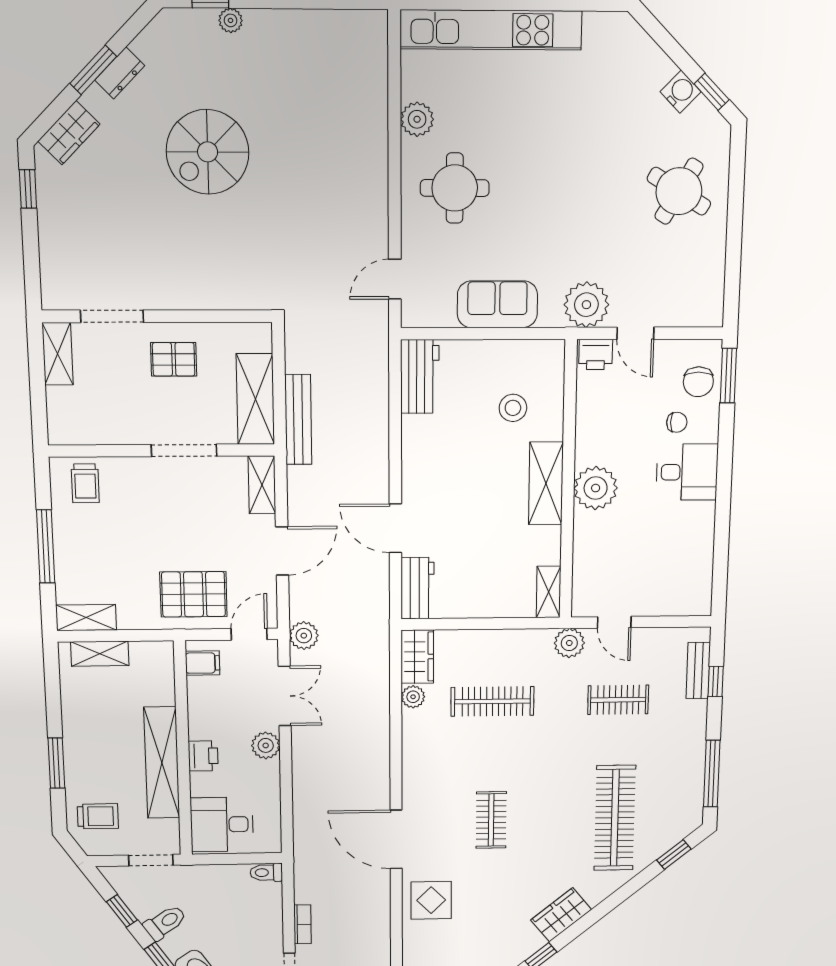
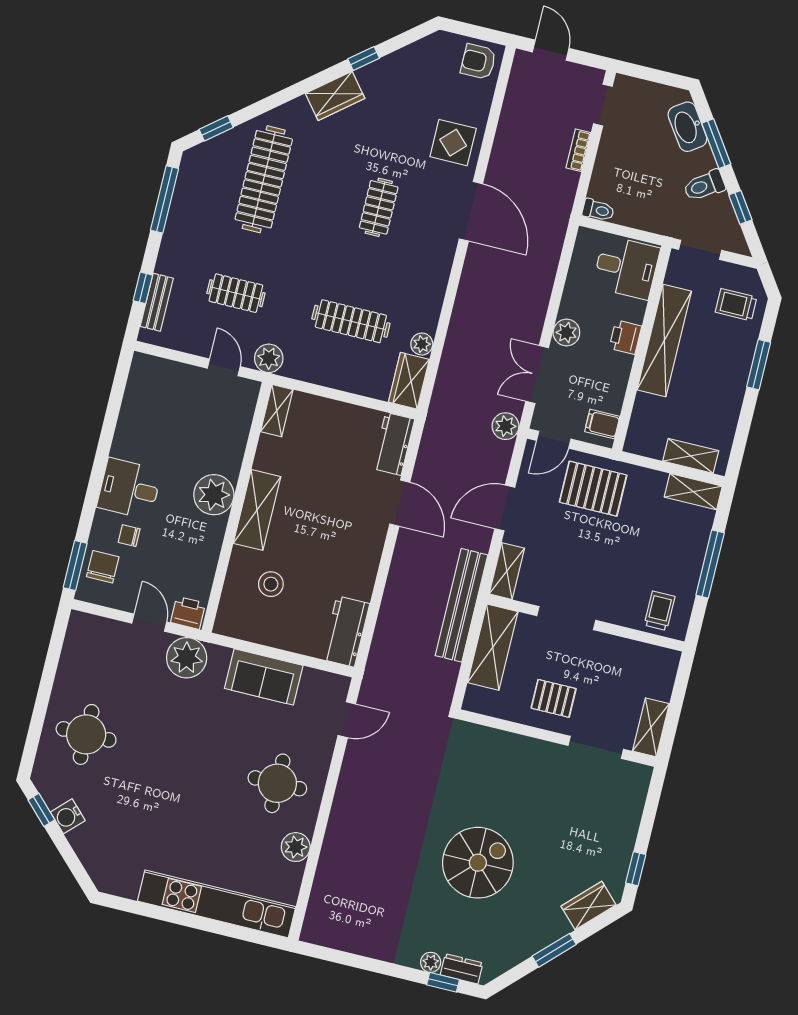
dresser: (120, 73) -> (462, 969), moved, turned 45
round table: (679, 191) -> (86, 734), turned -31
bench: (298, 420) -> (461, 605), width x1.37, depth x1.21

